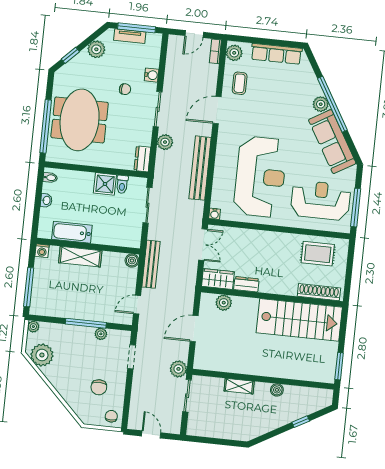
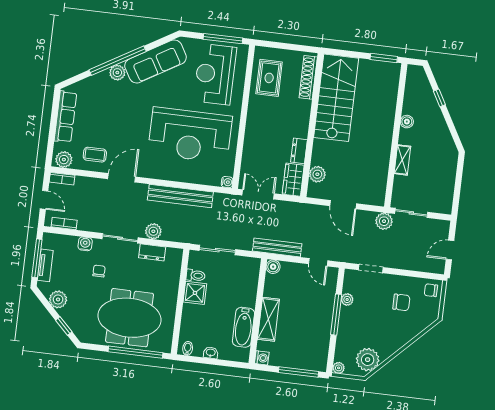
bookcase: (171, 54) -> (64, 223), added
door: (217, 110) -> (122, 178), swing flipped
dresser: (142, 159) -> (152, 252), moved
reception desk: (260, 177) -> (190, 135), turned 180

